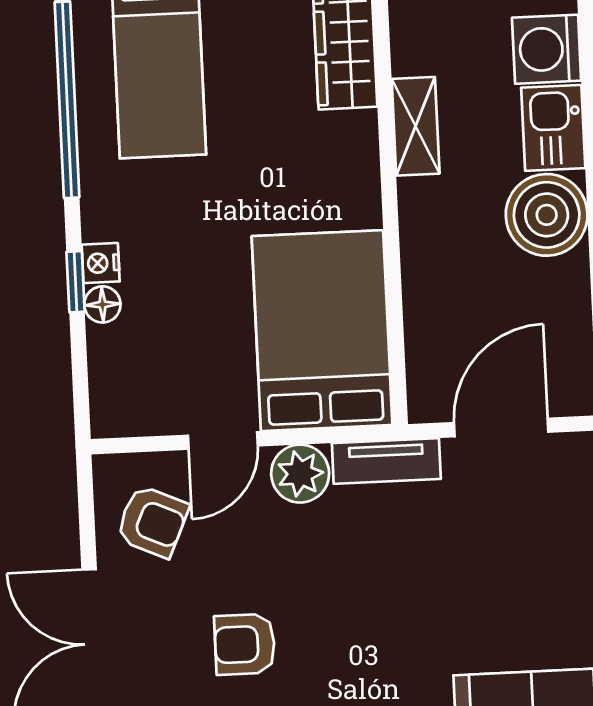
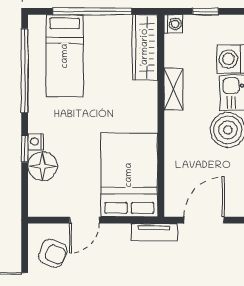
floor lamp: (102, 304) -> (43, 166), width x1.89, depth x1.89
plant: (300, 474) -> (117, 236), removed

